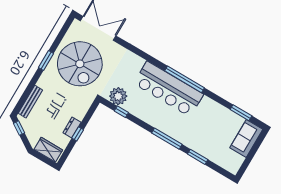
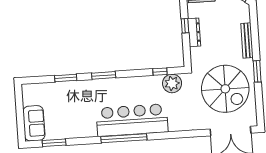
spiral stairs: (80, 64) -> (225, 89), turned 180
bench: (30, 102) -> (247, 41), moved
dresser: (72, 128) -> (194, 32), width x1.44
window: (167, 139) -> (104, 75), width x0.69

